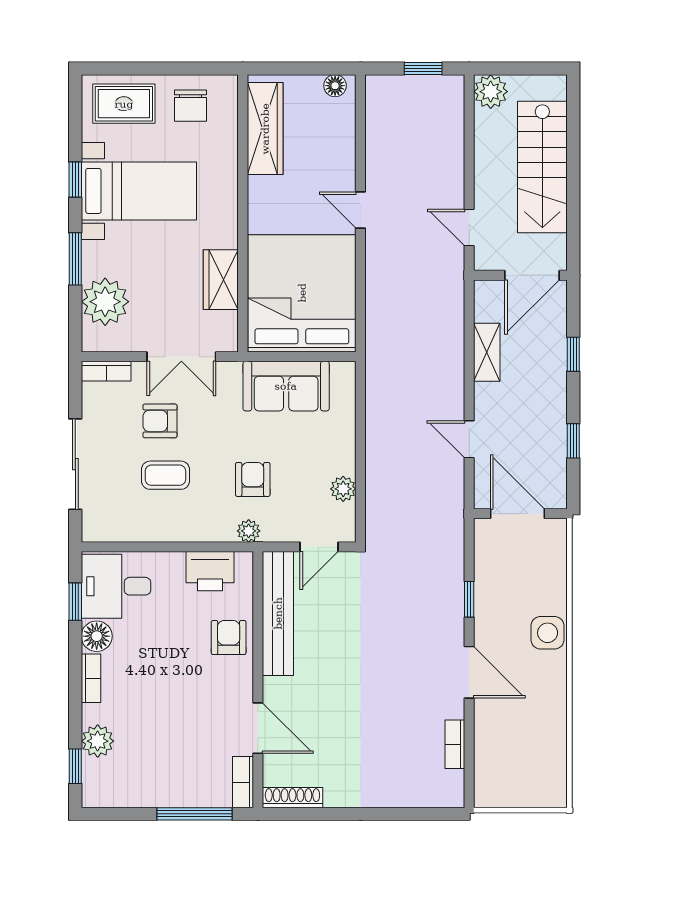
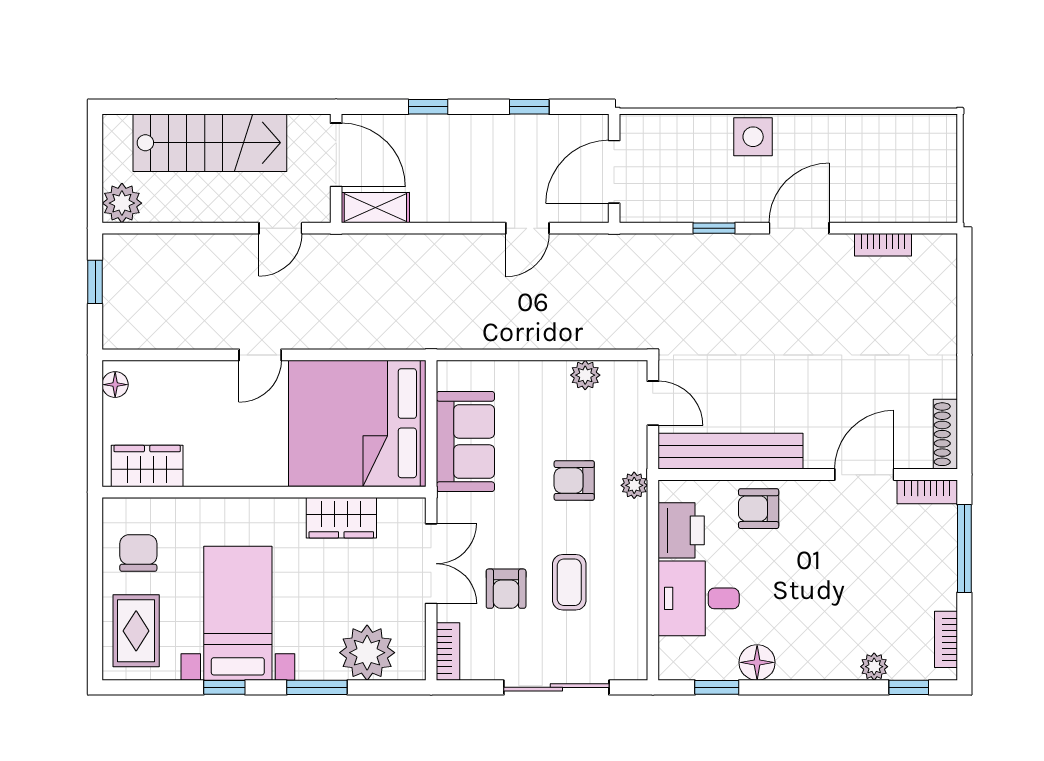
chair: (191, 106) -> (138, 553), turned -90
wardrobe: (265, 129) -> (147, 466), width x0.67
shelving: (487, 352) -> (375, 208), moved
desk: (116, 586) -> (699, 598), moved, turned 90
bookcase: (91, 678) -> (946, 639), moved, turned -90
plant: (98, 741) -> (874, 667), width x0.73, depth x0.73

